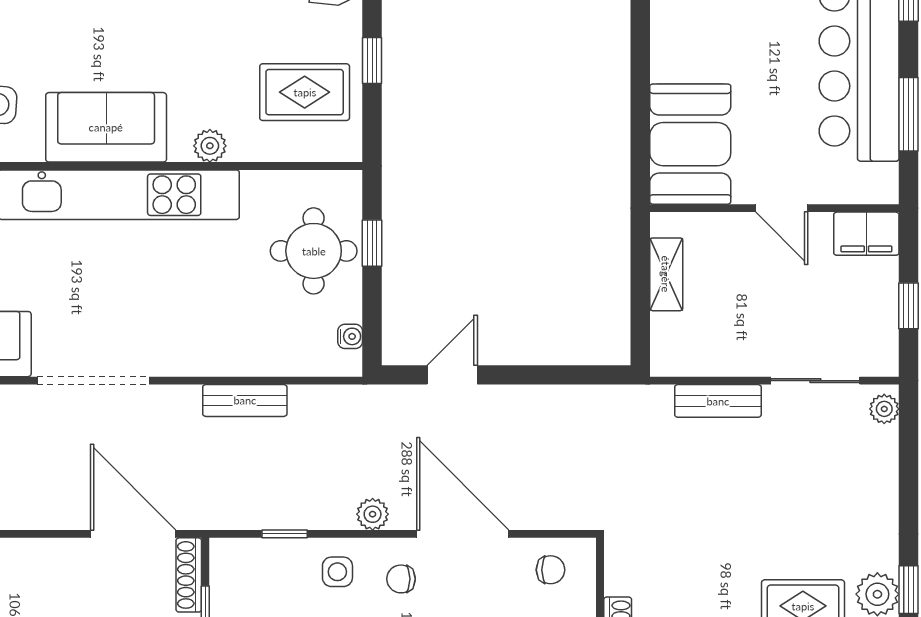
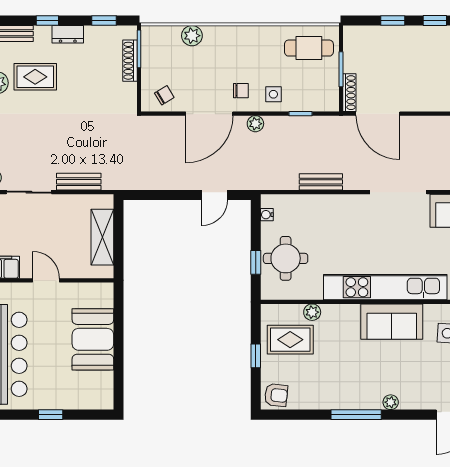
booth: (690, 144) -> (93, 339), moved
plant: (210, 146) -> (312, 312), moved
shelving: (666, 274) -> (102, 237), width x1.50, depth x1.33
door: (463, 534) -> (209, 114), hinge flipped
chair: (551, 570) -> (164, 95), turned 149

